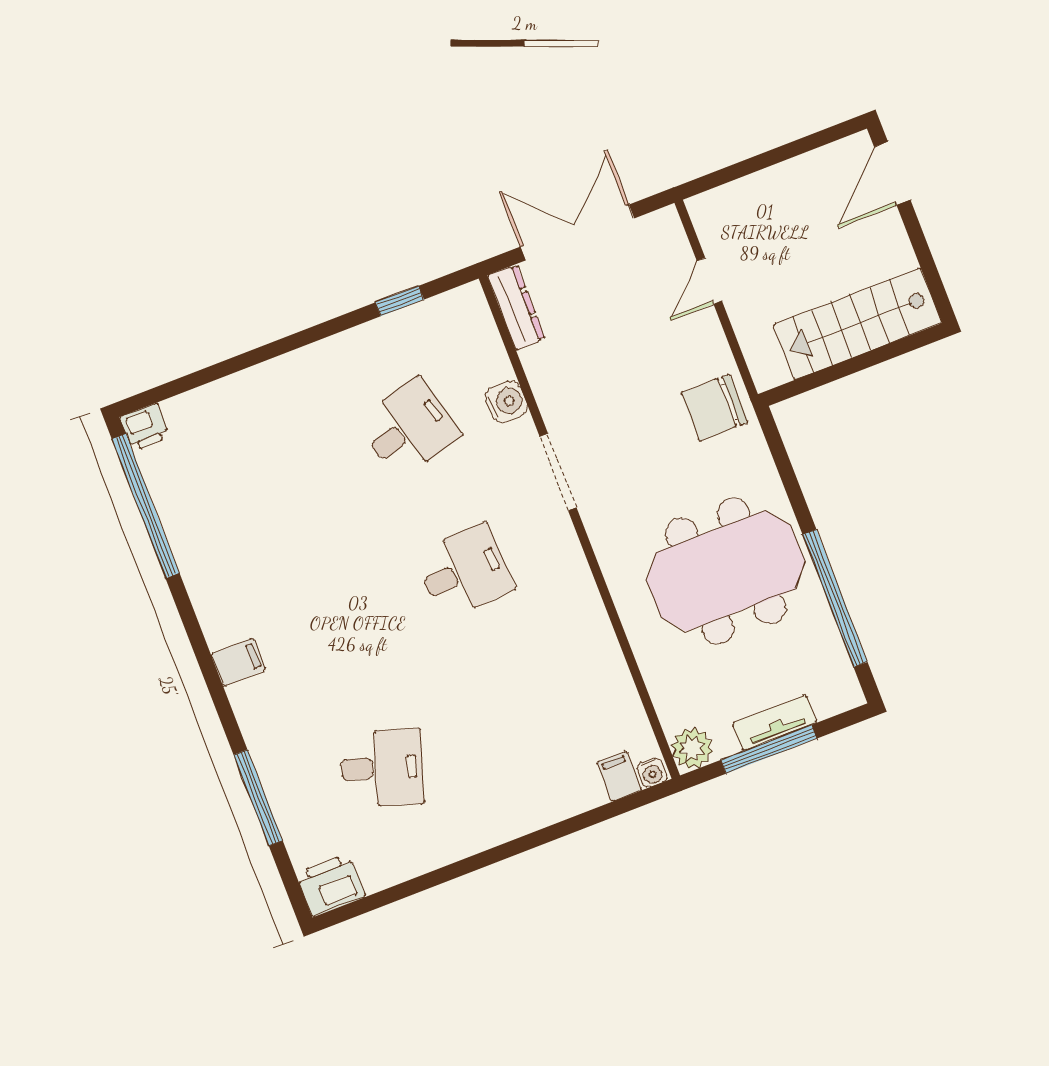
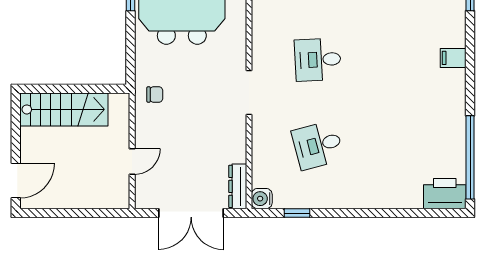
water cooler: (506, 402) -> (262, 199), moved
chair: (715, 408) -> (155, 95), width x0.54, depth x0.54
printer: (145, 427) -> (445, 194), width x1.87, depth x1.48

